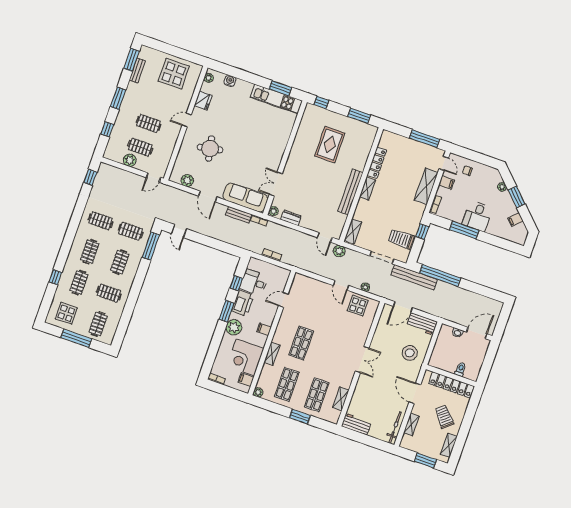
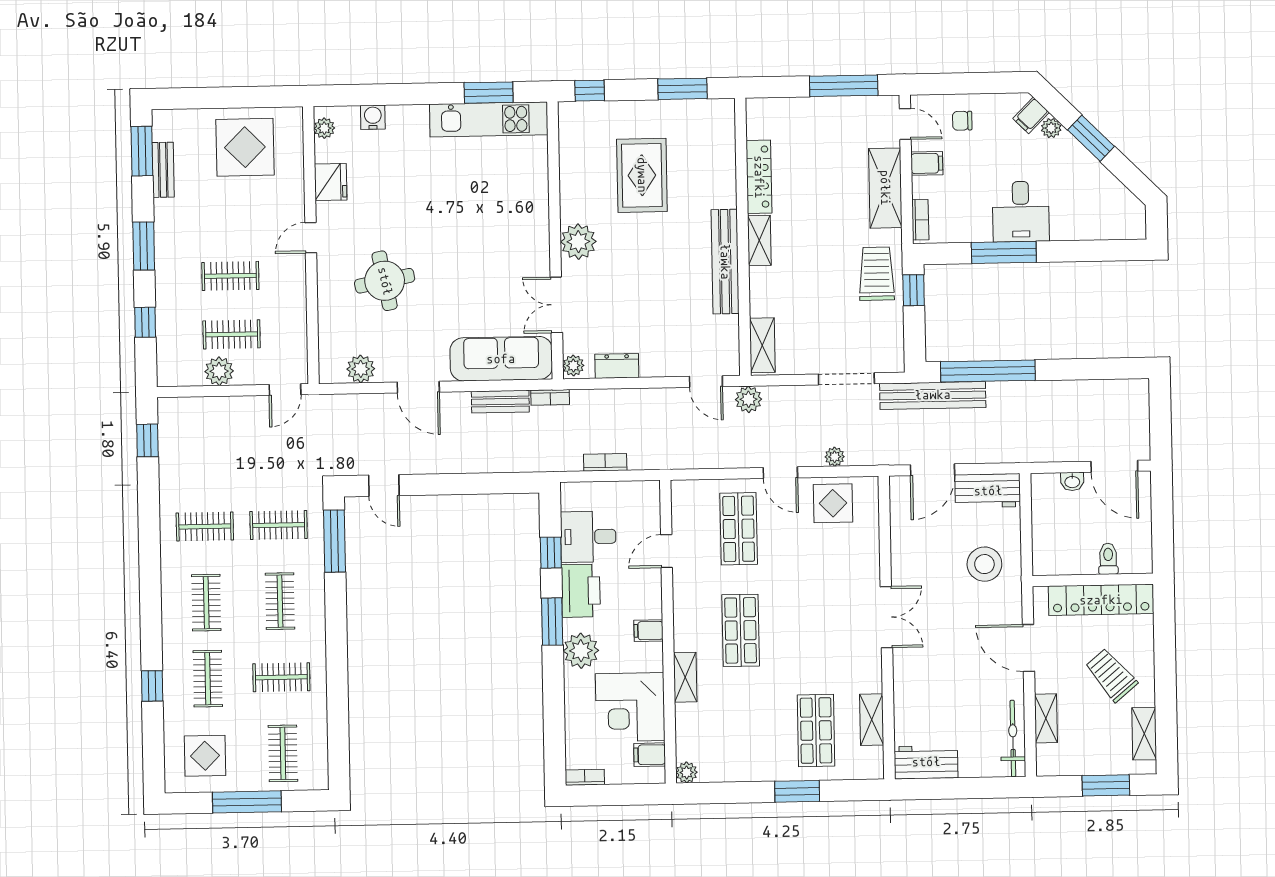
plant: (294, 162) -> (578, 242), added
filing cabinet: (515, 220) -> (1031, 115), moved
trolley: (401, 239) -> (877, 274), moved, turned 90
door: (477, 333) -> (1114, 466), swing flipped
shop shelf: (287, 384) -> (739, 529), moved

